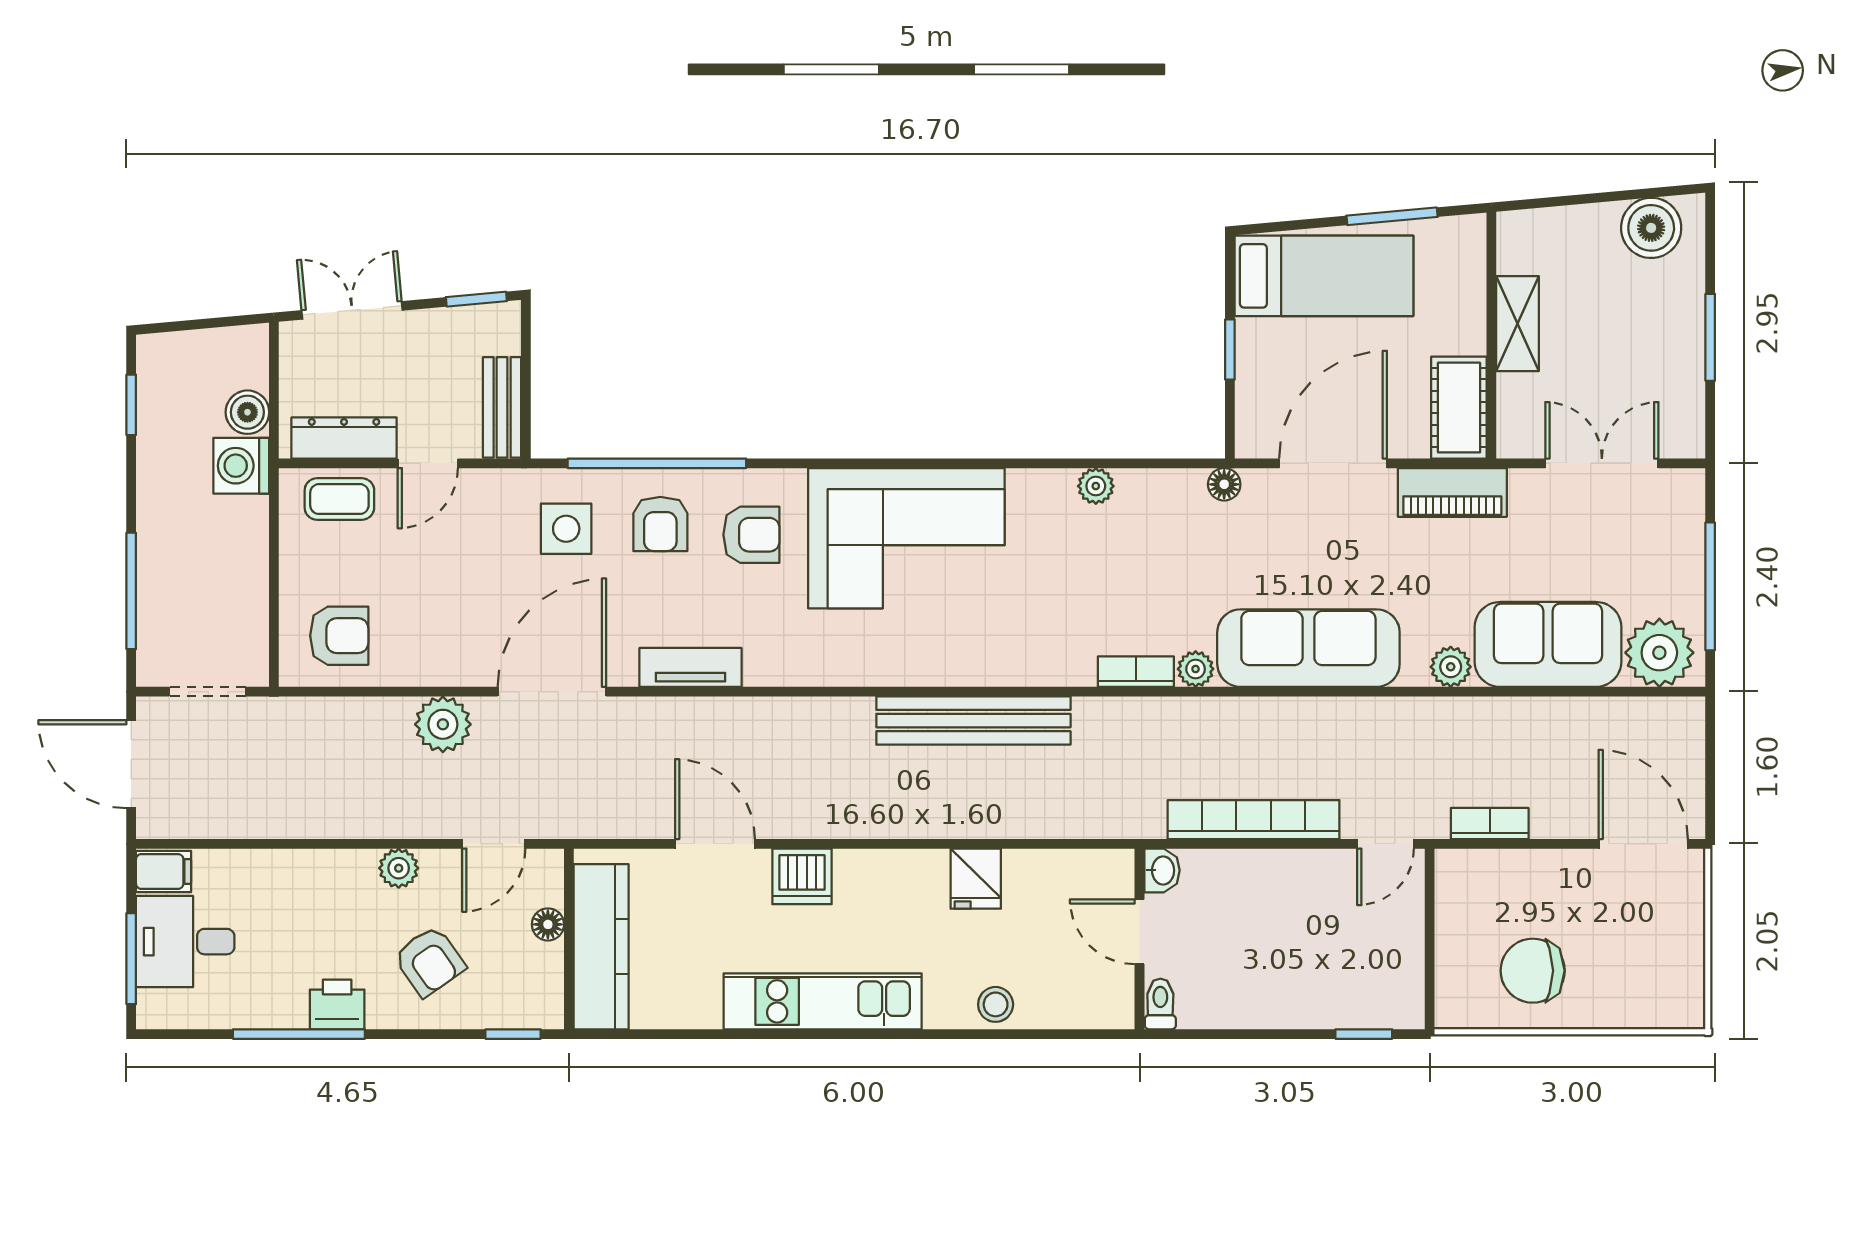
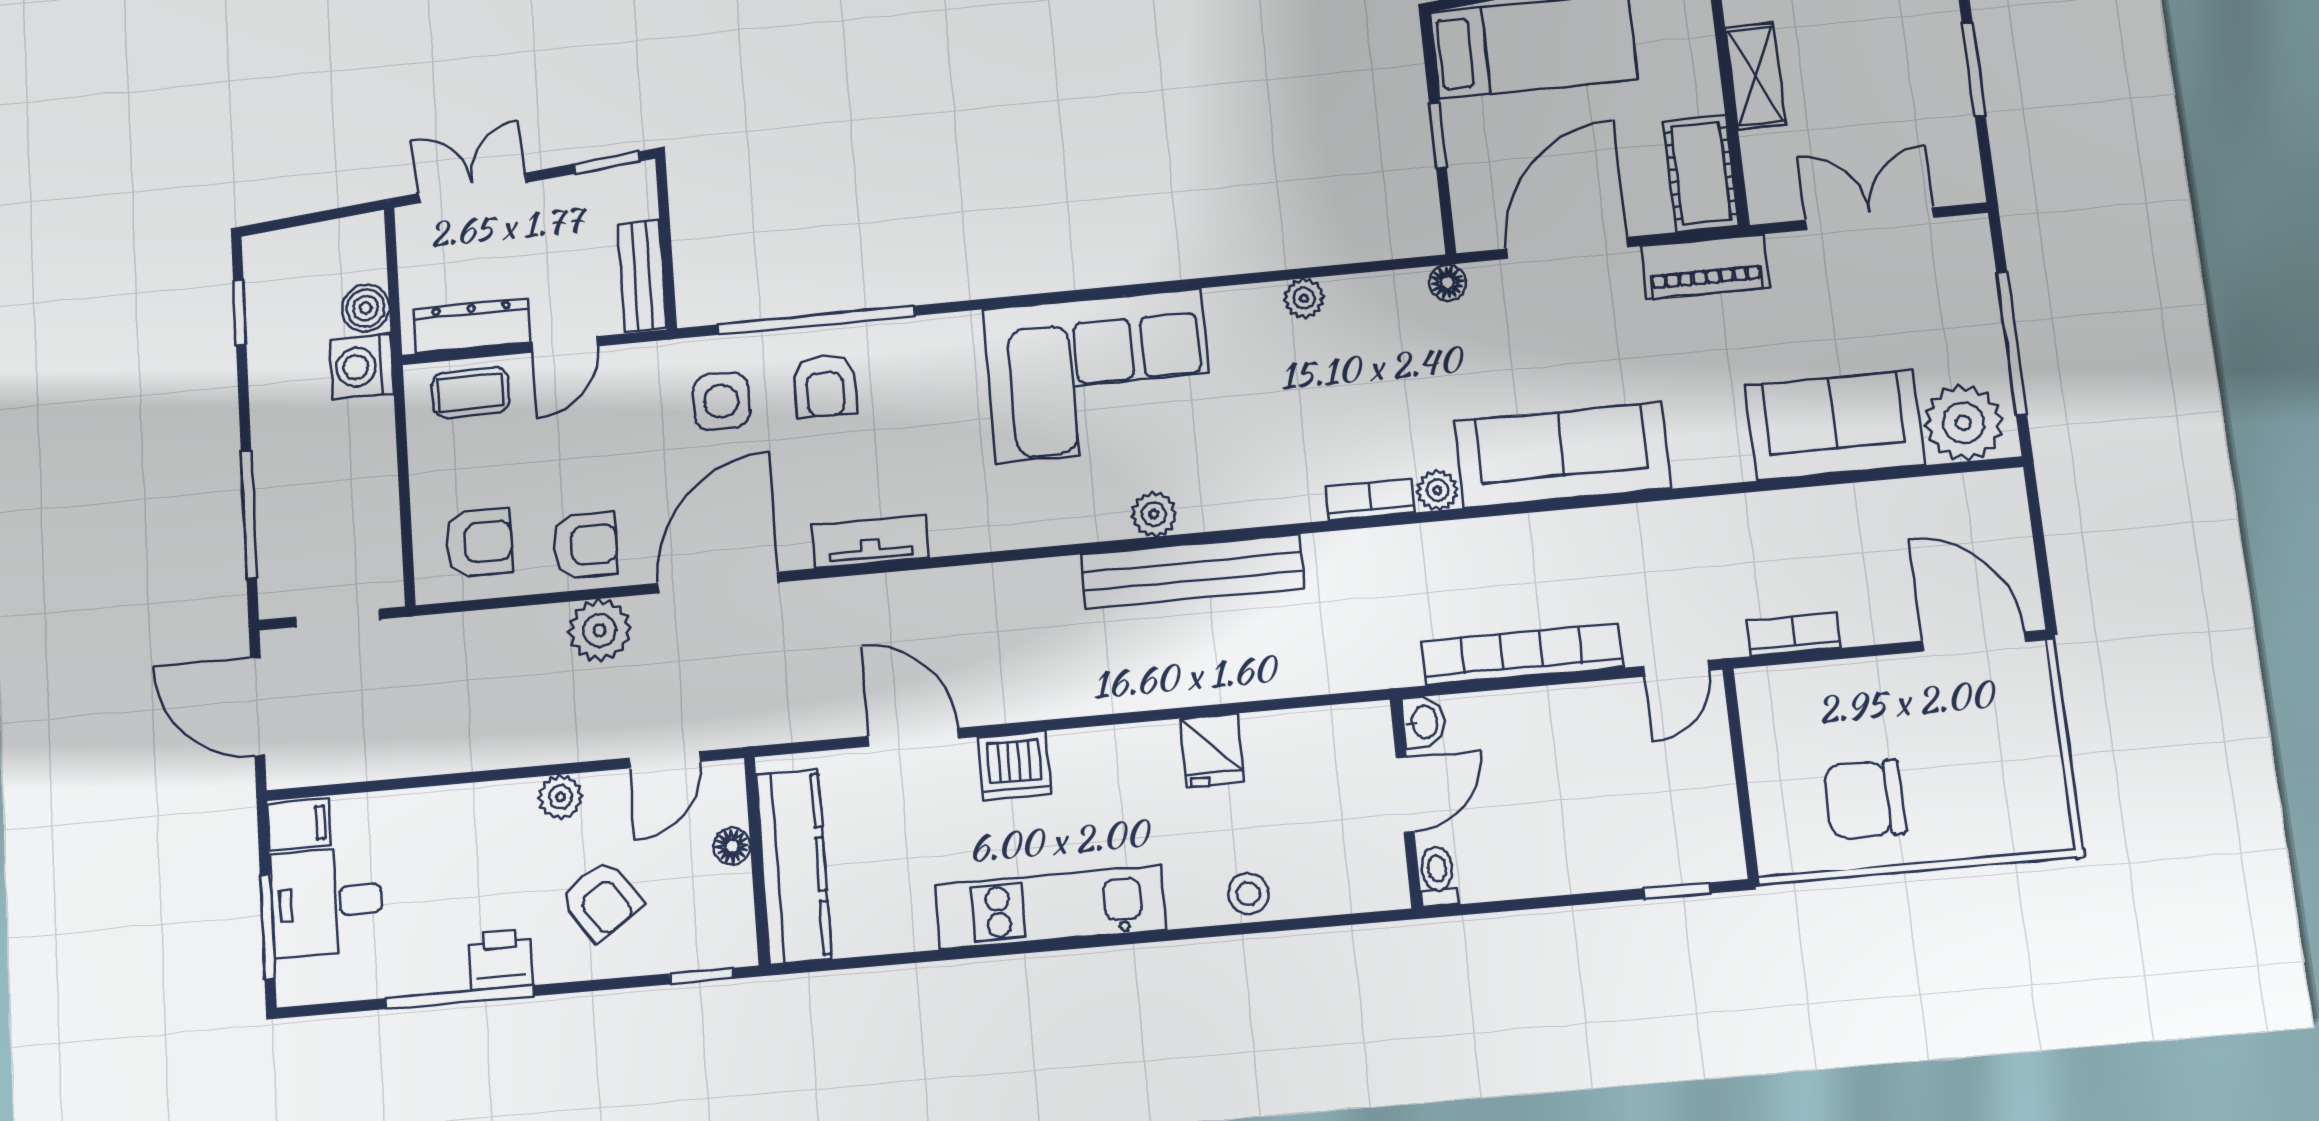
armchair: (751, 535) -> (585, 545), moved
plant: (1451, 667) -> (1154, 514), moved
door: (1140, 932) -> (1405, 795), swing flipped

